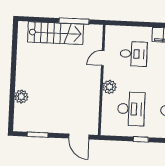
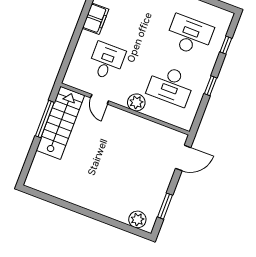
stairs: (56, 33) -> (60, 123), moved
plant: (21, 97) -> (137, 219), moved
desk: (131, 109) -> (171, 85), turned 180

